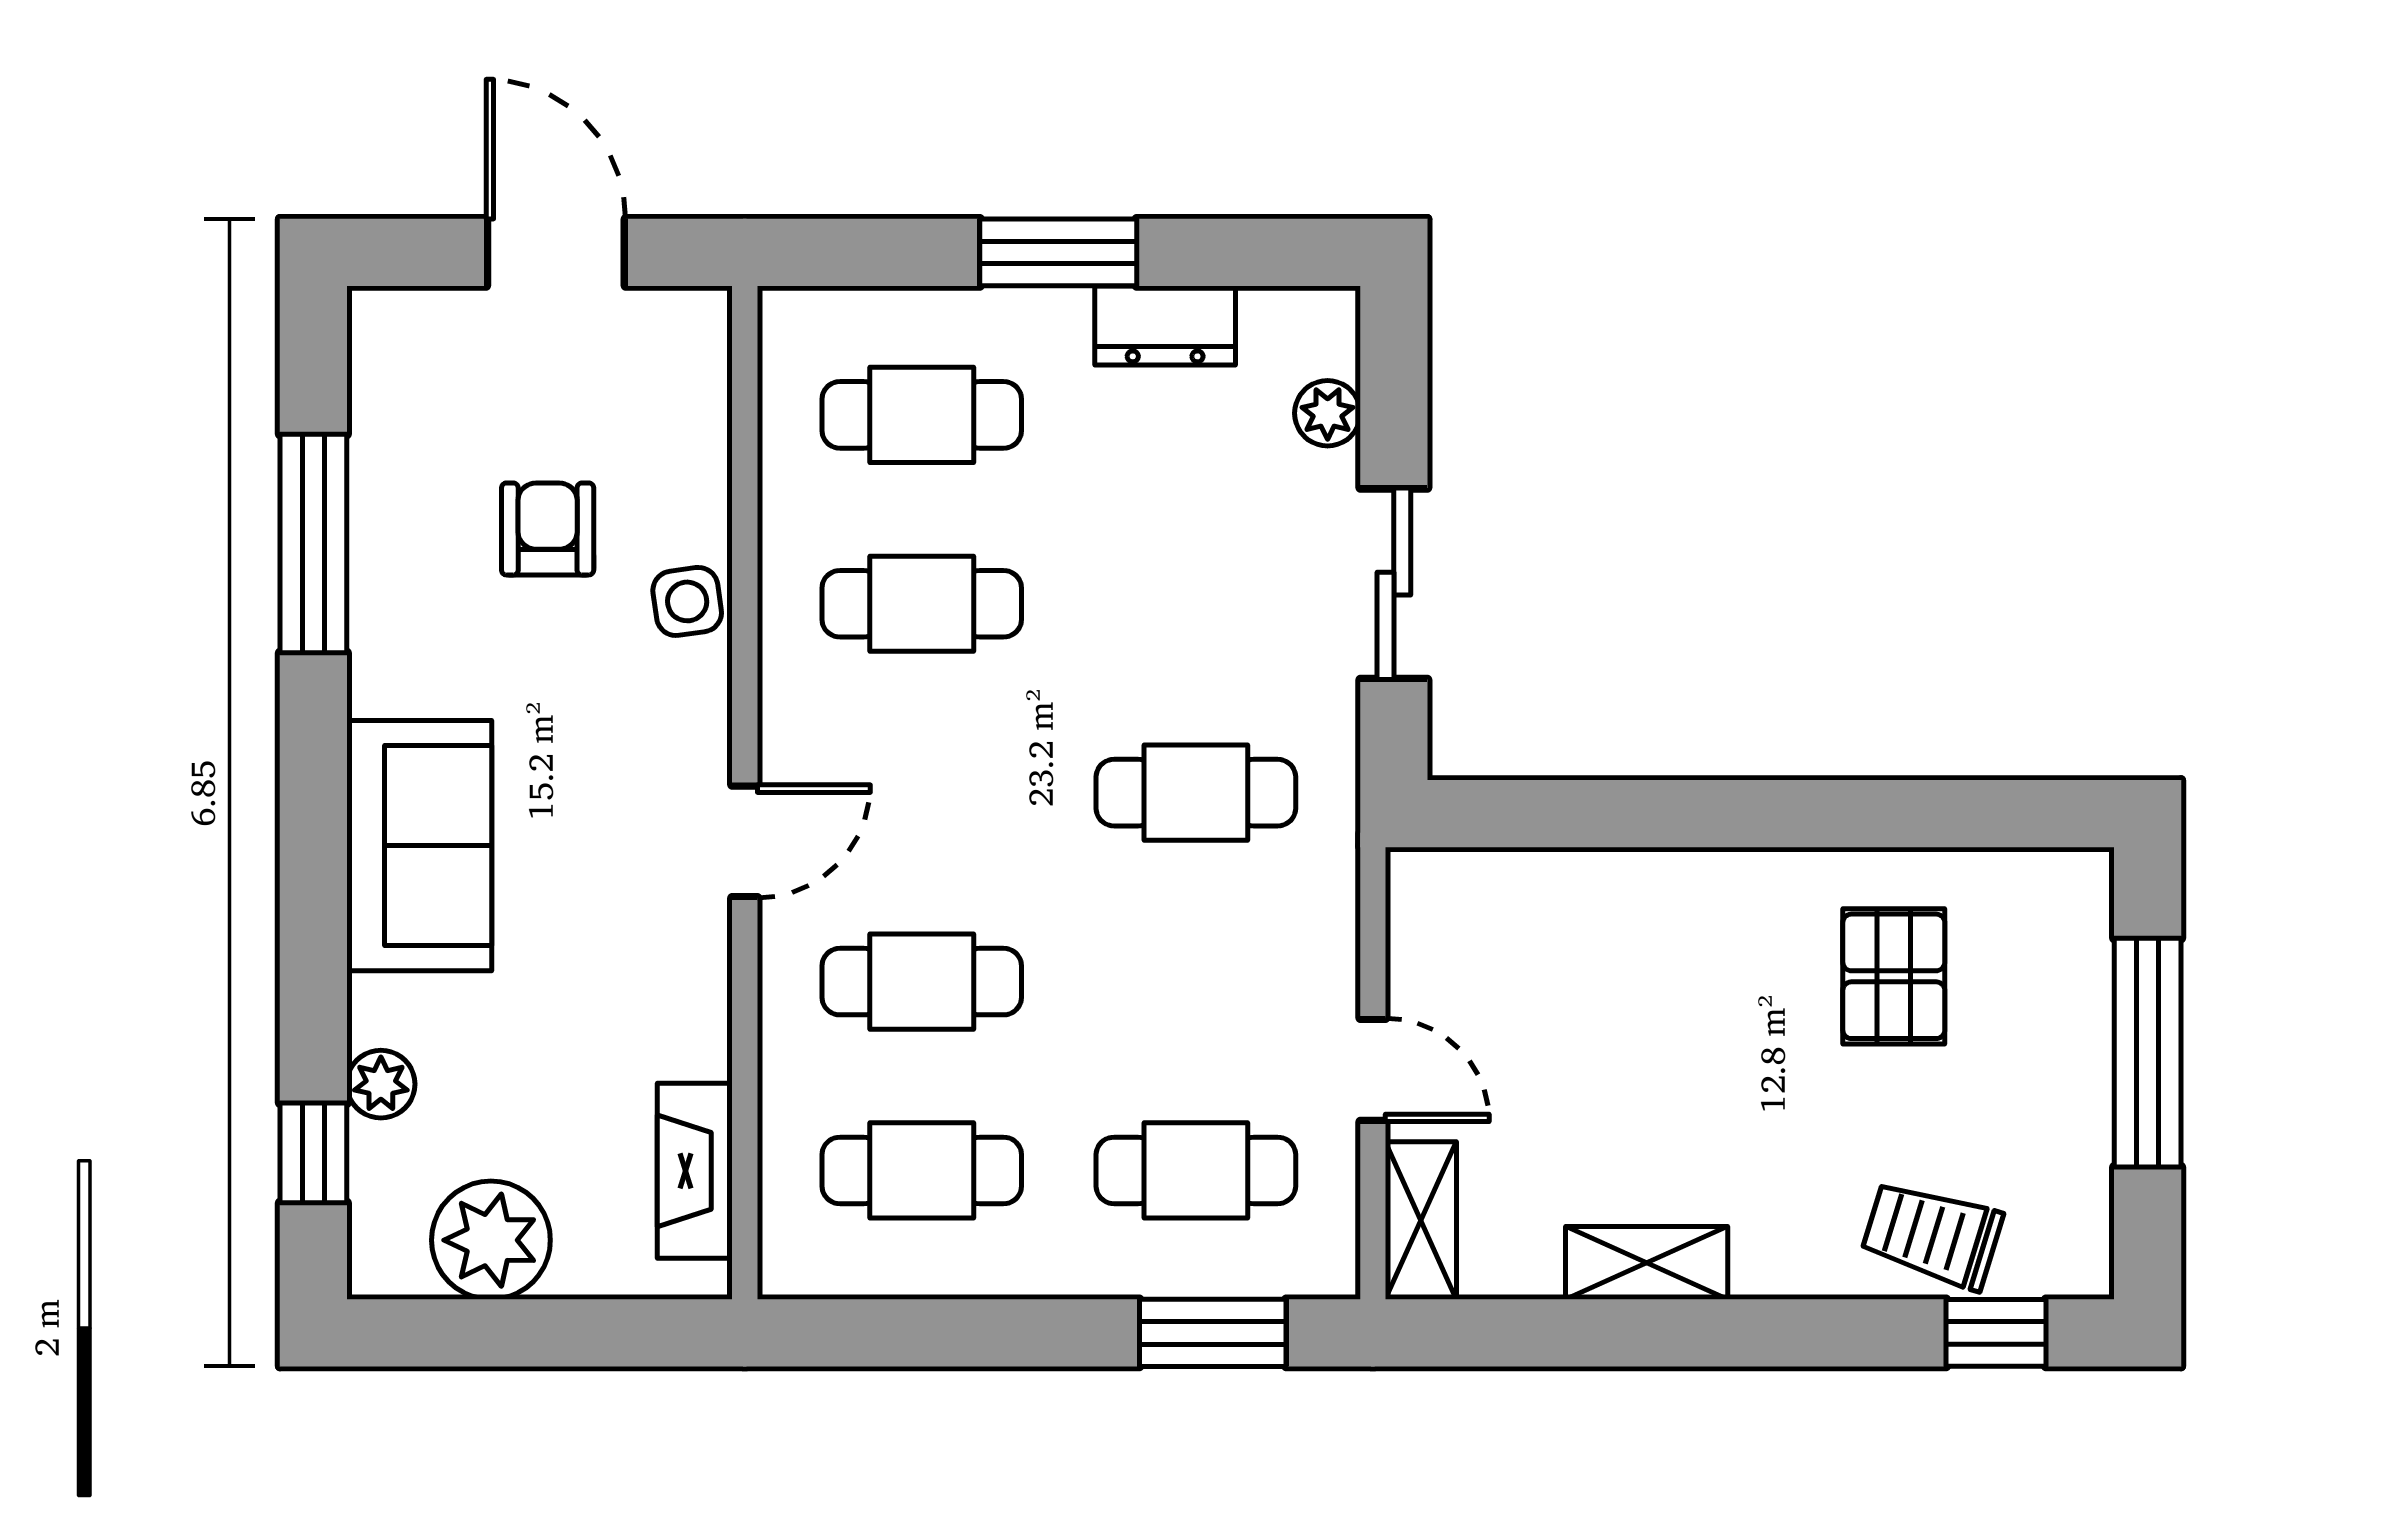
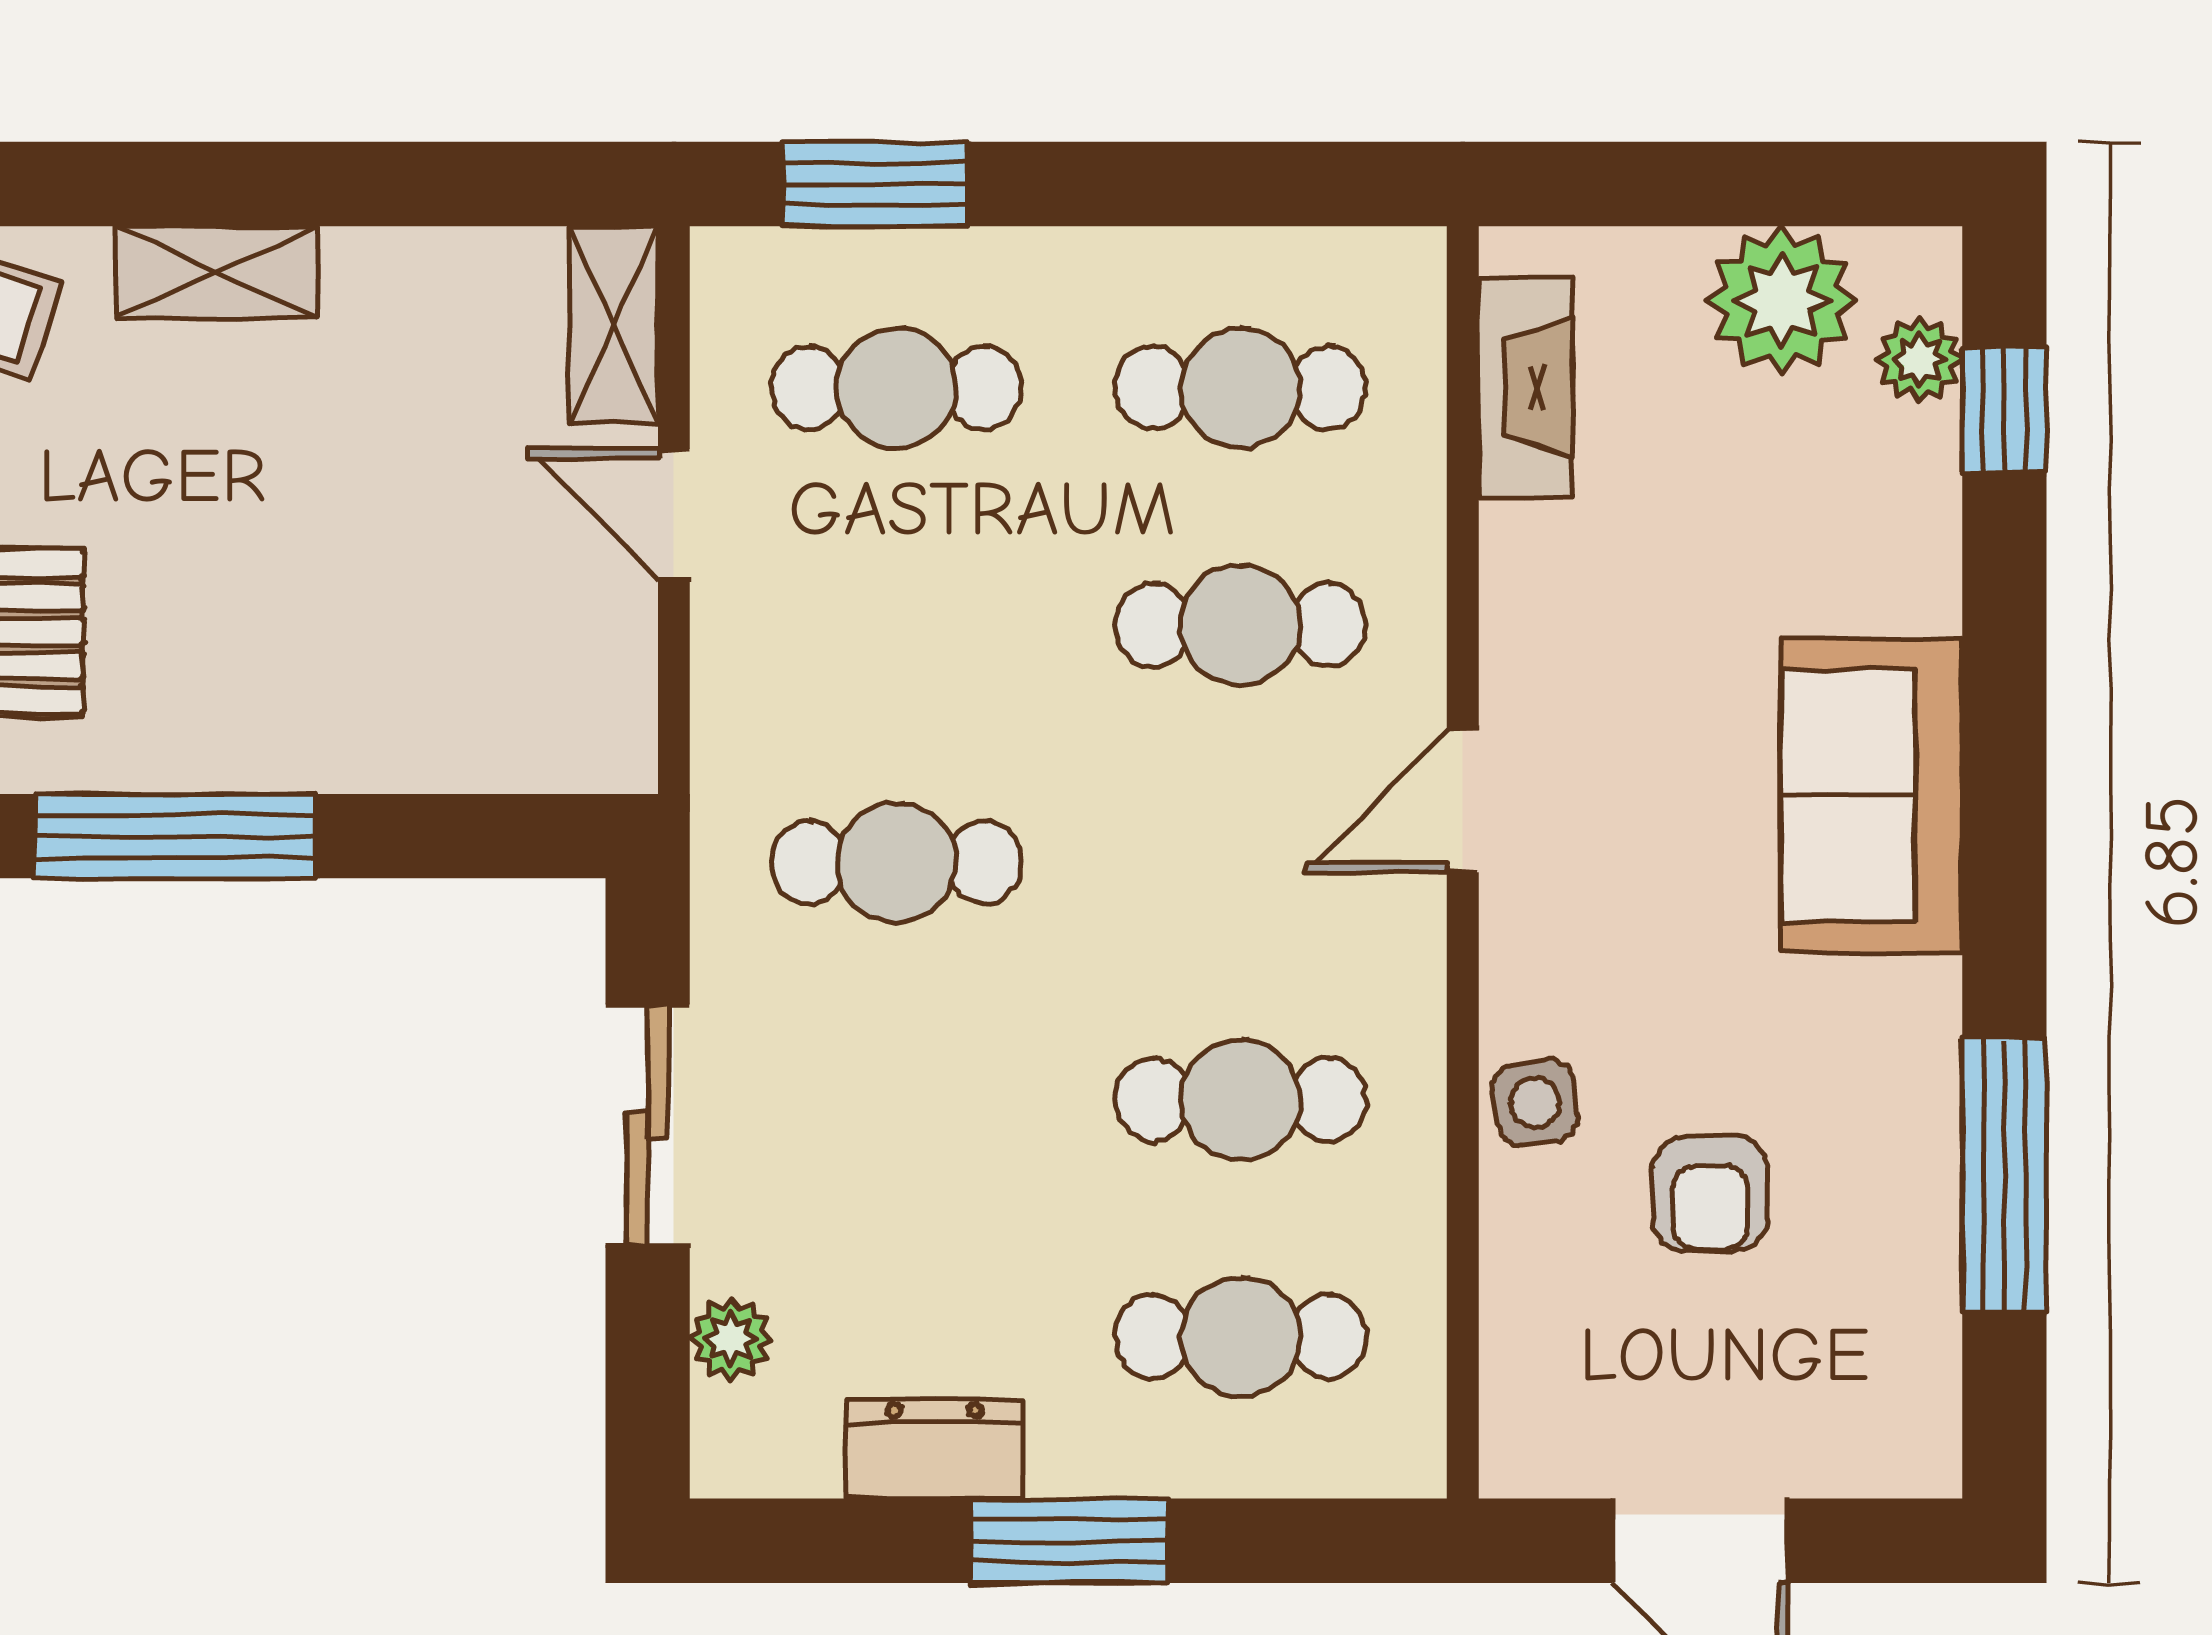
window: (1770, 814) -> (176, 836), added
plant: (381, 1084) -> (1920, 359), moved
shelving: (1647, 1263) -> (217, 272), moved

